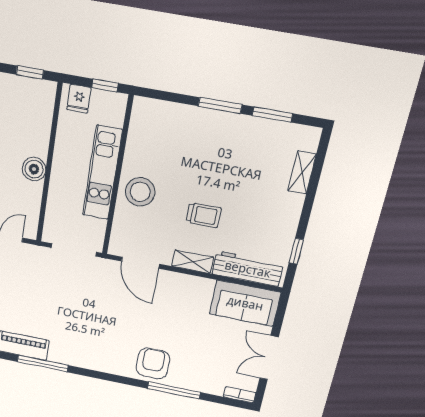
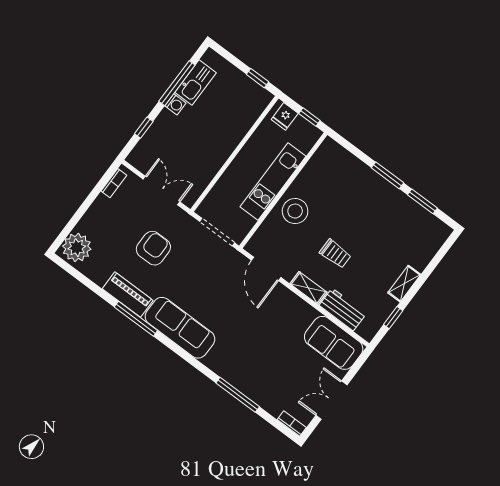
boiler: (34, 169) -> (220, 152), removed
shelving: (302, 172) -> (404, 284), moved
workbench: (248, 269) -> (343, 309), width x0.73
sofa: (87, 354) -> (180, 328), added
armchair: (153, 363) -> (153, 248), moved

